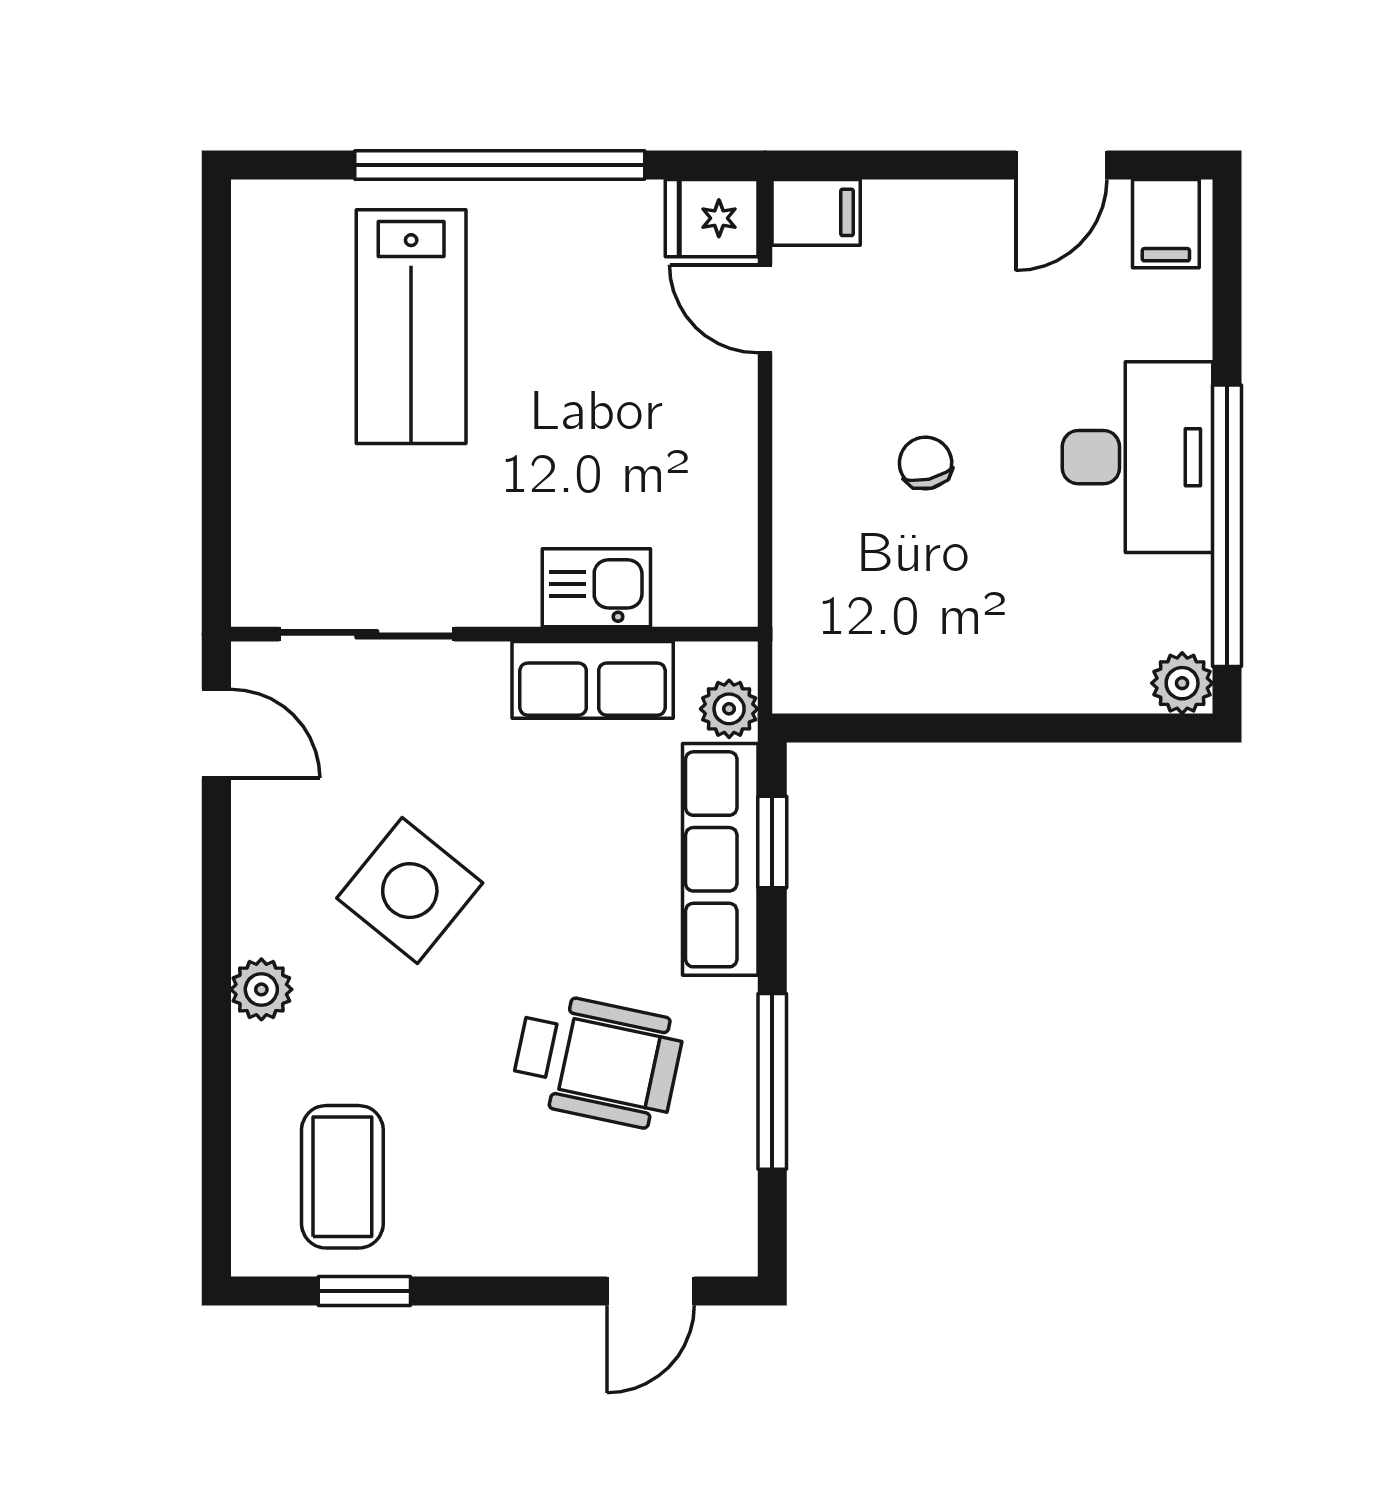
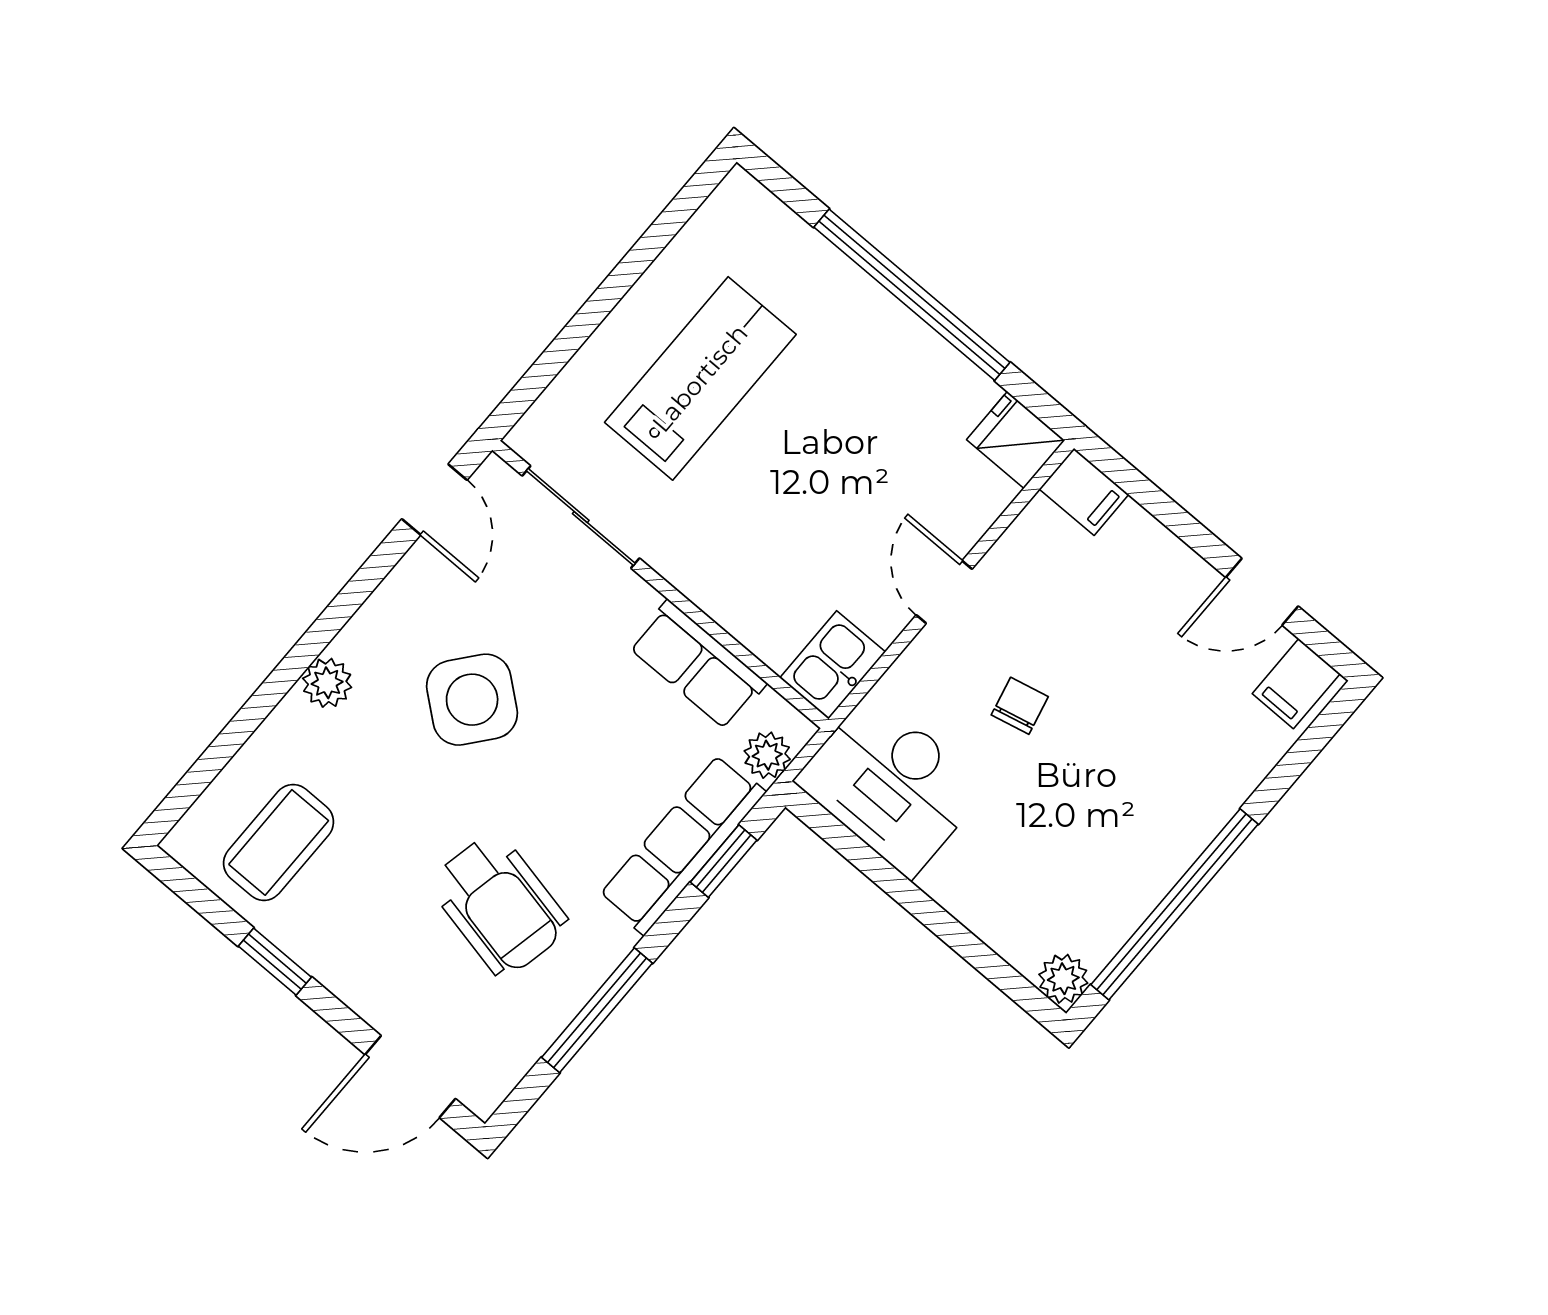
door: (765, 309) -> (944, 592), moved
lab bench: (411, 327) -> (700, 378), moved, turned 180
desk: (1137, 457) -> (891, 785), moved, turned 90
kitchen sink: (596, 588) -> (833, 665), moved, turned -90
window: (364, 1291) -> (275, 962), moved
door: (650, 1291) -> (410, 1077), width x1.38

